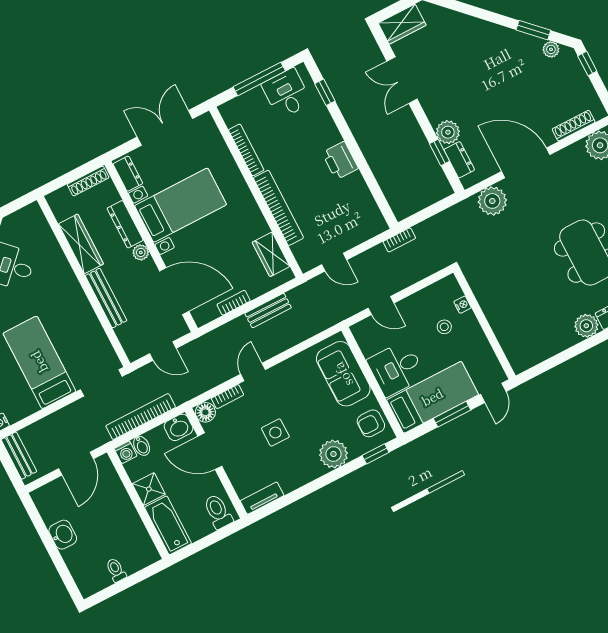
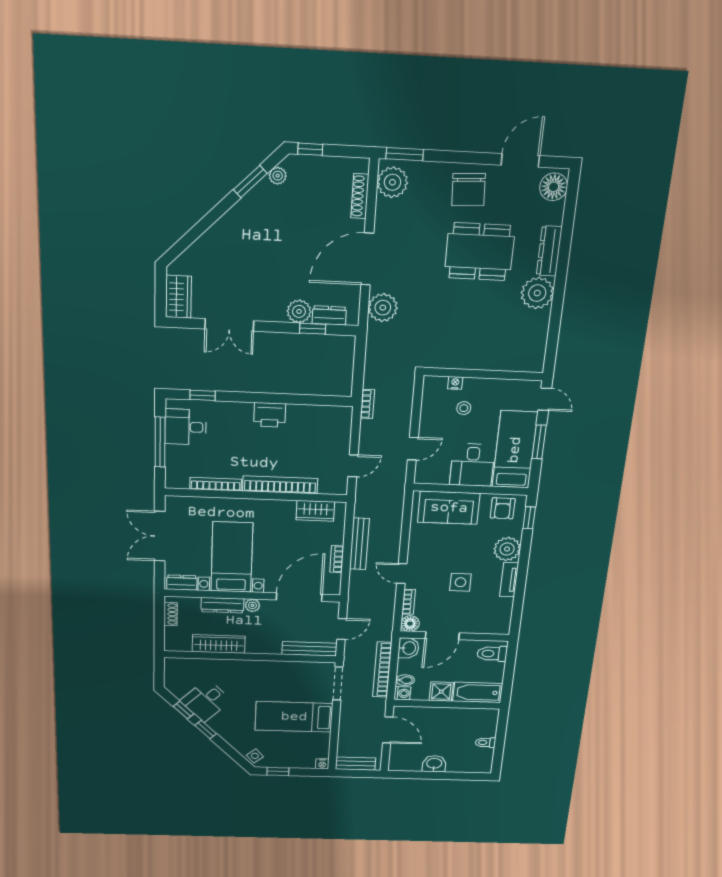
shoe rack: (88, 181) -> (170, 614), width x0.70
bench: (106, 298) -> (309, 649), moved
bench: (268, 311) -> (359, 544), width x1.36
plant: (586, 326) -> (537, 293), width x1.36, depth x1.36
tv unit: (262, 498) -> (509, 580), moved

